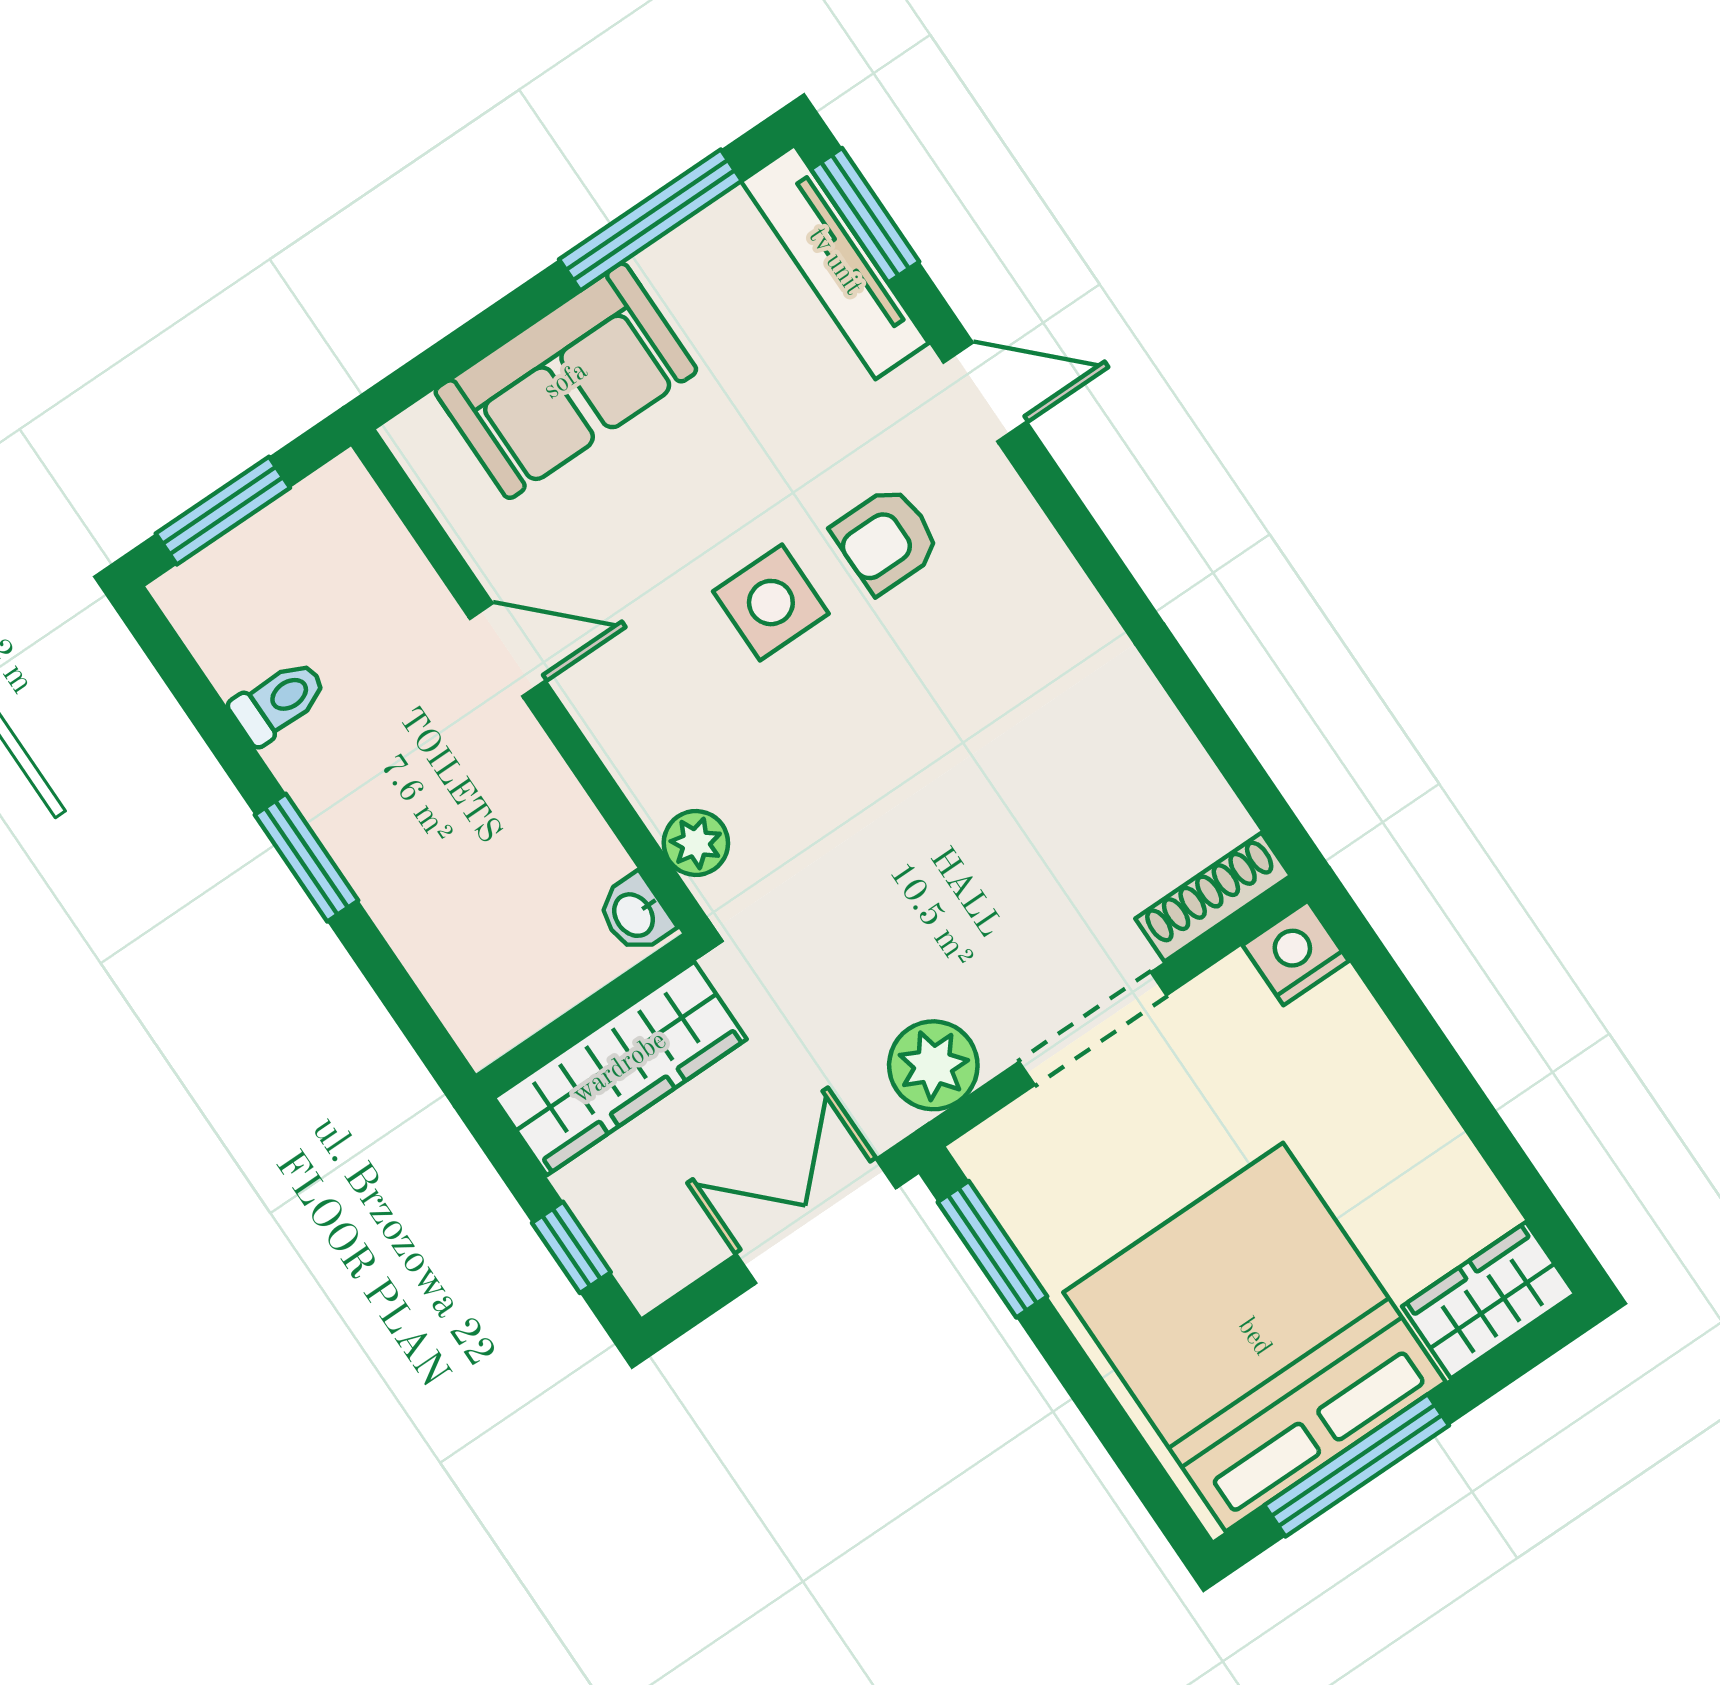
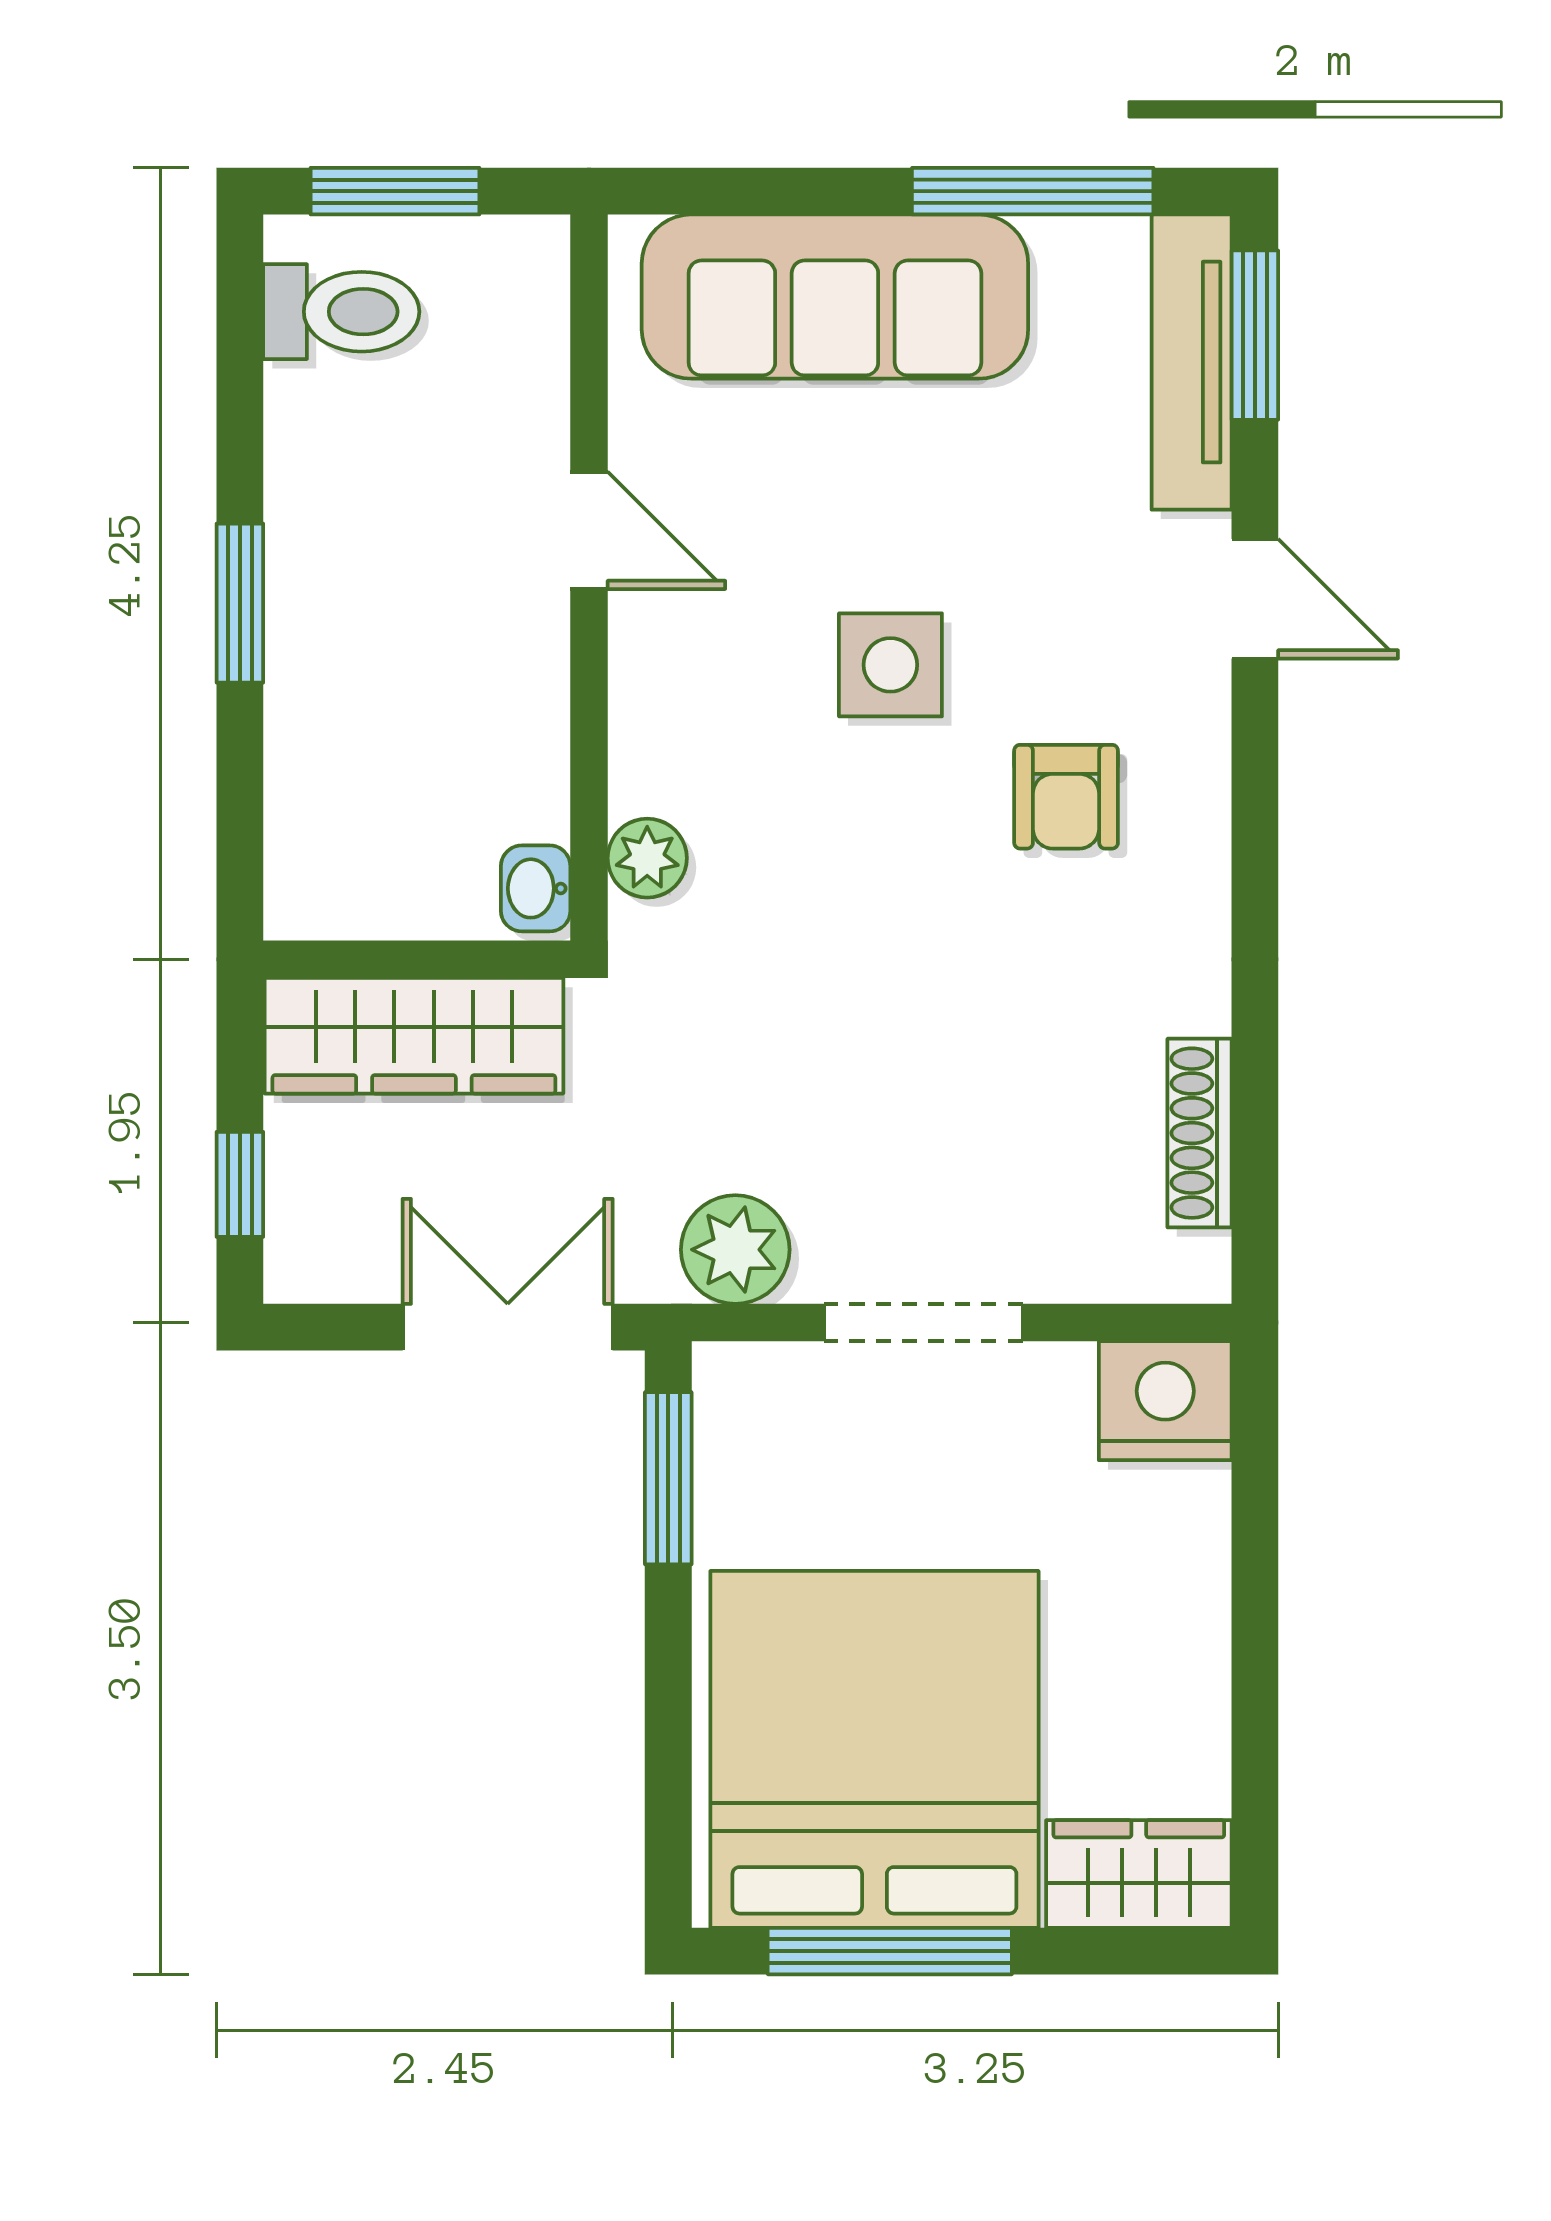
sofa: (566, 381) -> (835, 297), width x1.36
armchair: (886, 540) -> (1066, 797), moved, turned -90
toilet: (279, 702) -> (341, 312), moved, width x1.37, depth x1.39
shoe rack: (1213, 897) -> (1200, 1133), moved, turned -90
nightstand: (1296, 953) -> (1165, 1401), width x1.36, depth x1.33

